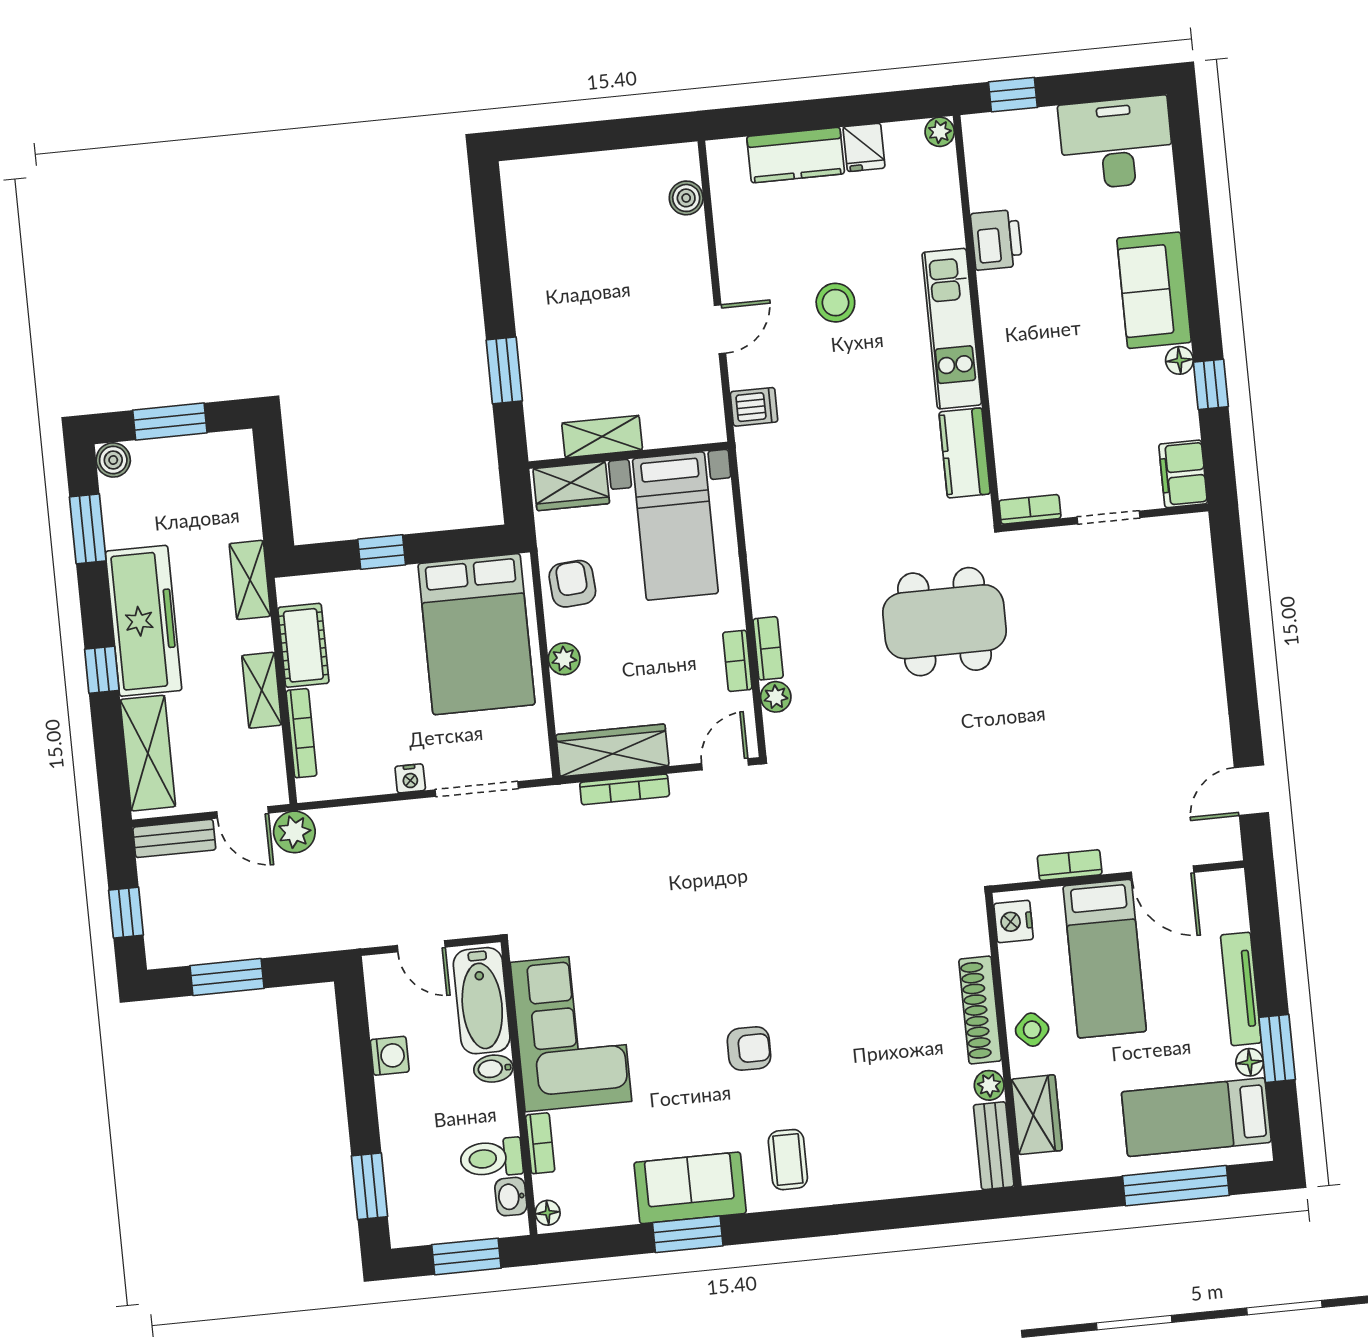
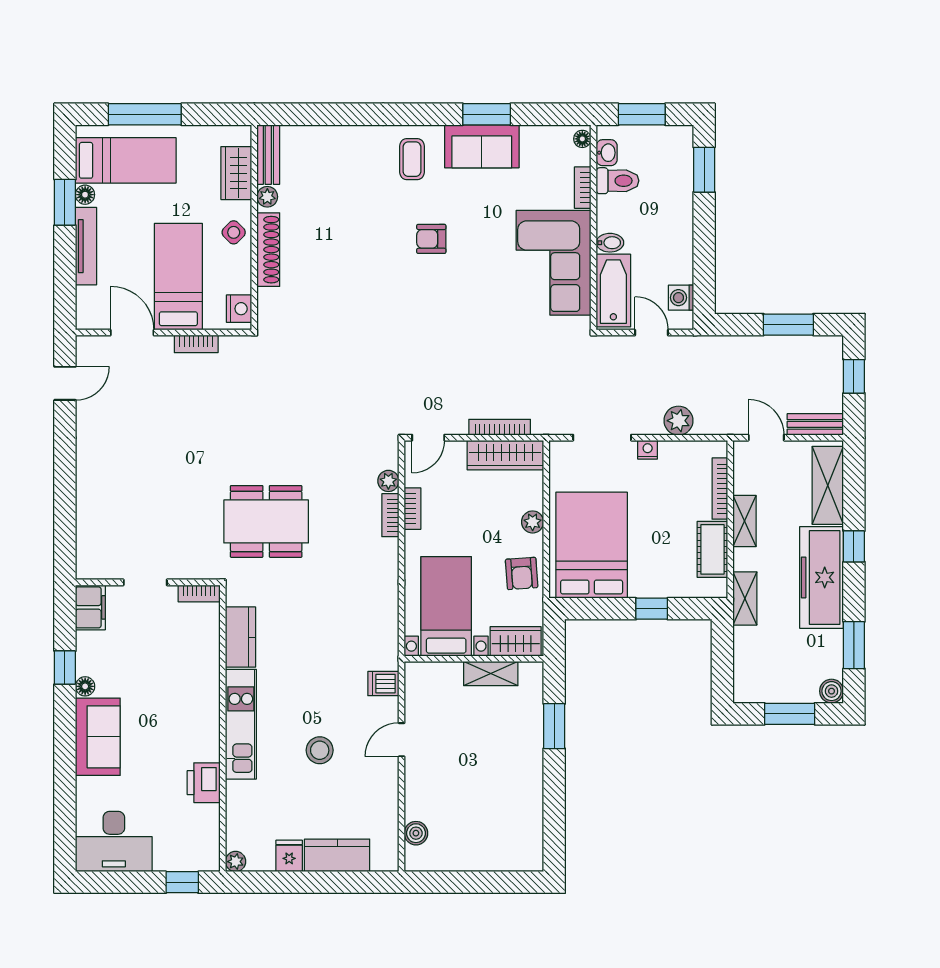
plant: (294, 832) -> (678, 421), moved
washing machine: (390, 1056) -> (681, 298), moved

